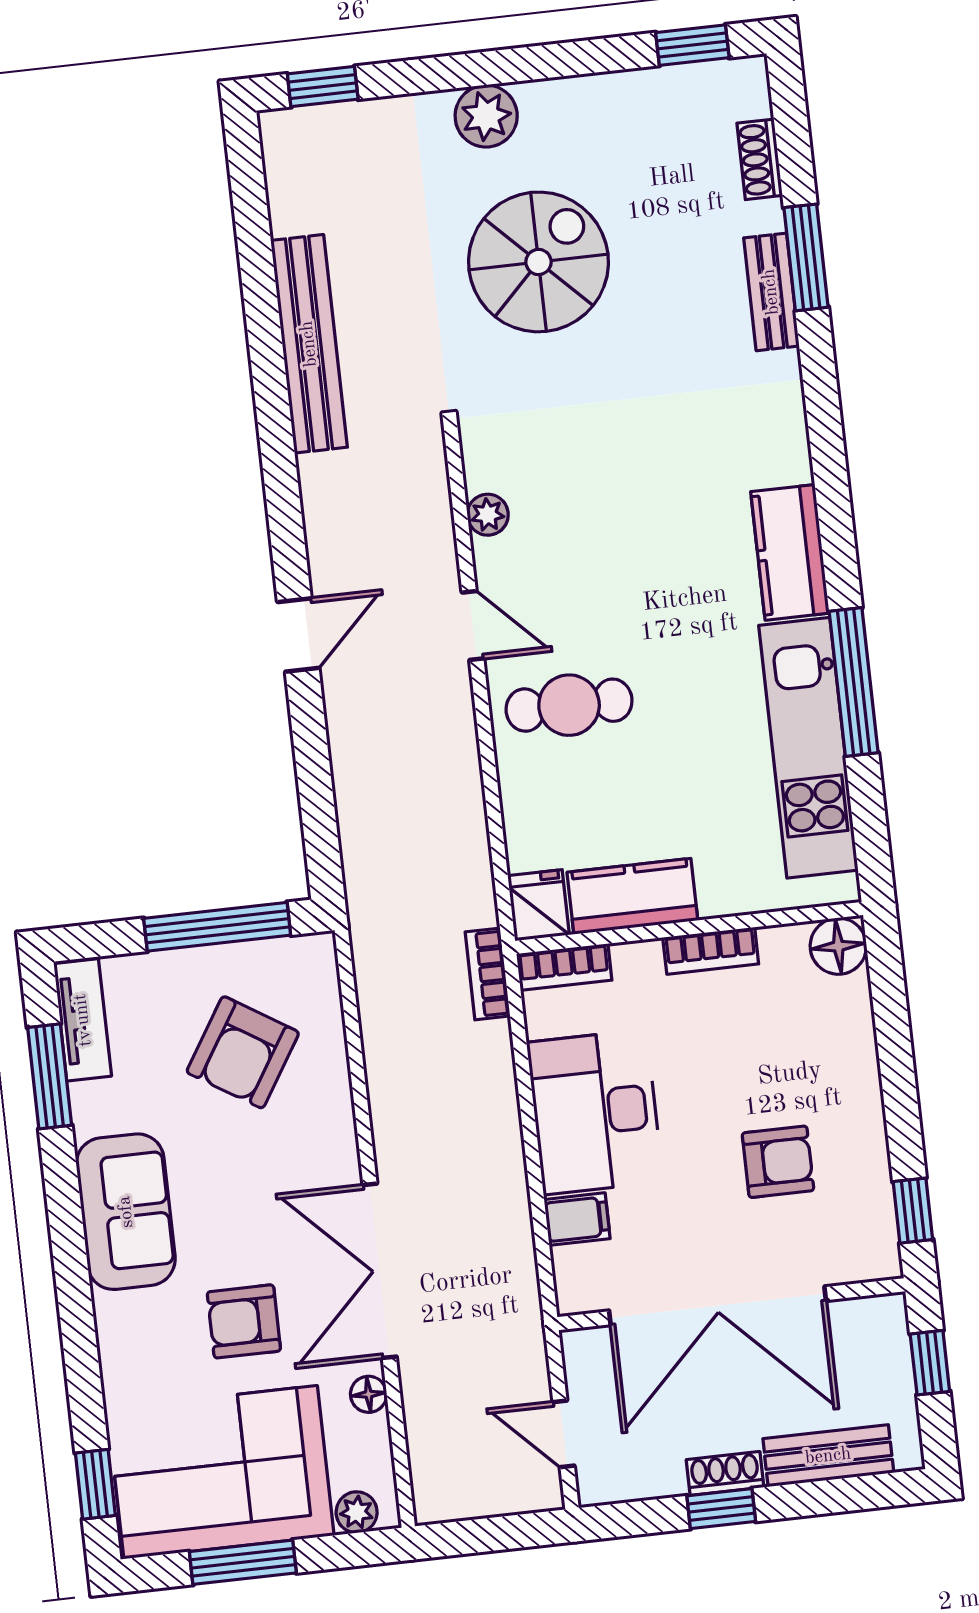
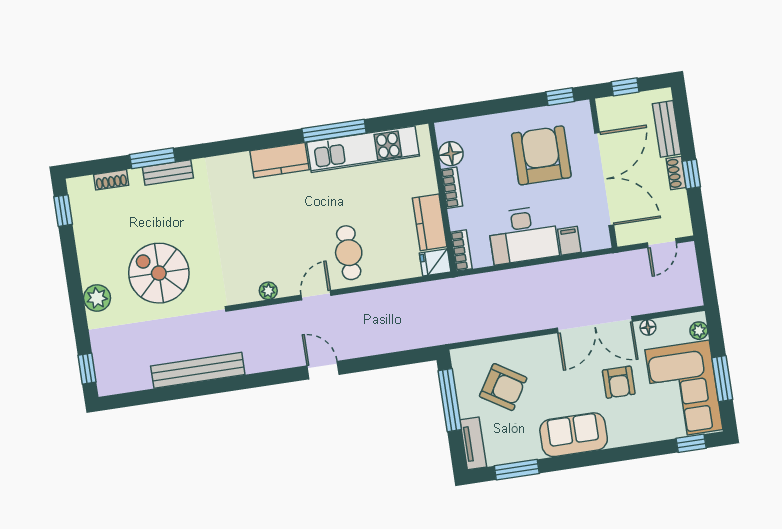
floor lamp: (838, 946) -> (451, 154), moved
bookcase: (488, 974) -> (465, 283), removed
tv unit: (83, 1020) -> (473, 443), moved, turned 90
armchair: (778, 1162) -> (541, 155), width x1.88, depth x1.88

